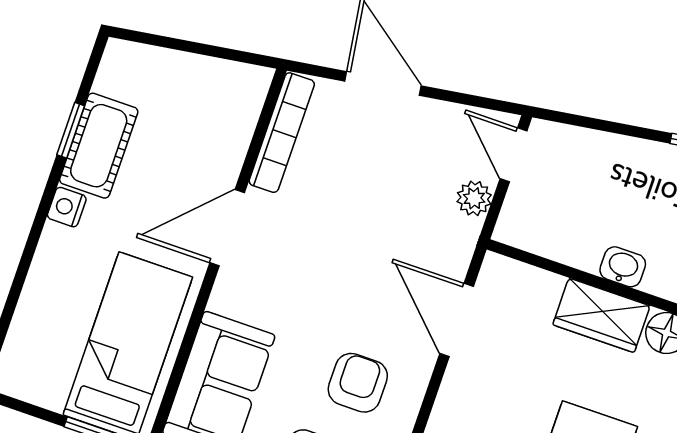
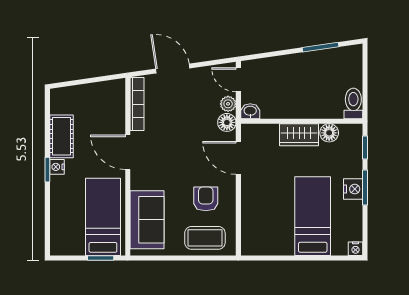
window: (71, 130) -> (47, 170), moved
door: (227, 228) -> (128, 152), hinge flipped
floor lamp: (458, 237) -> (227, 122), added
washbasin: (623, 267) -> (250, 111), moved

